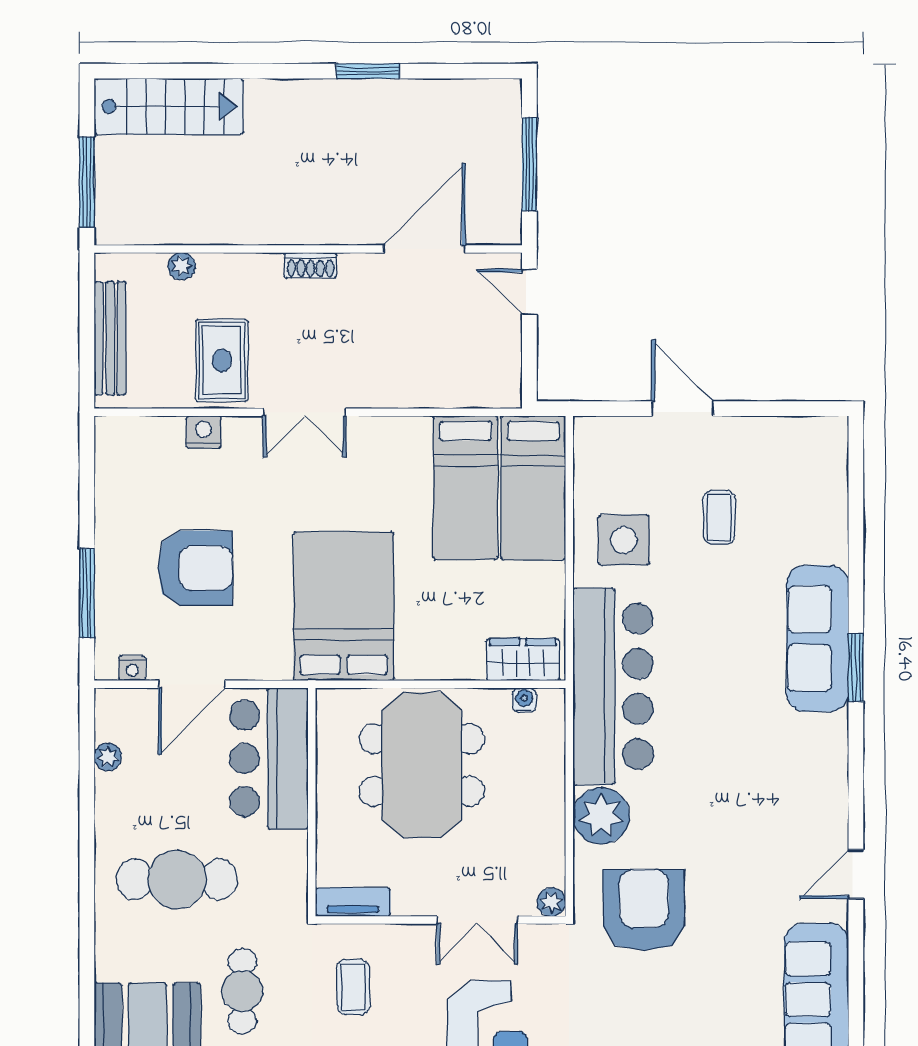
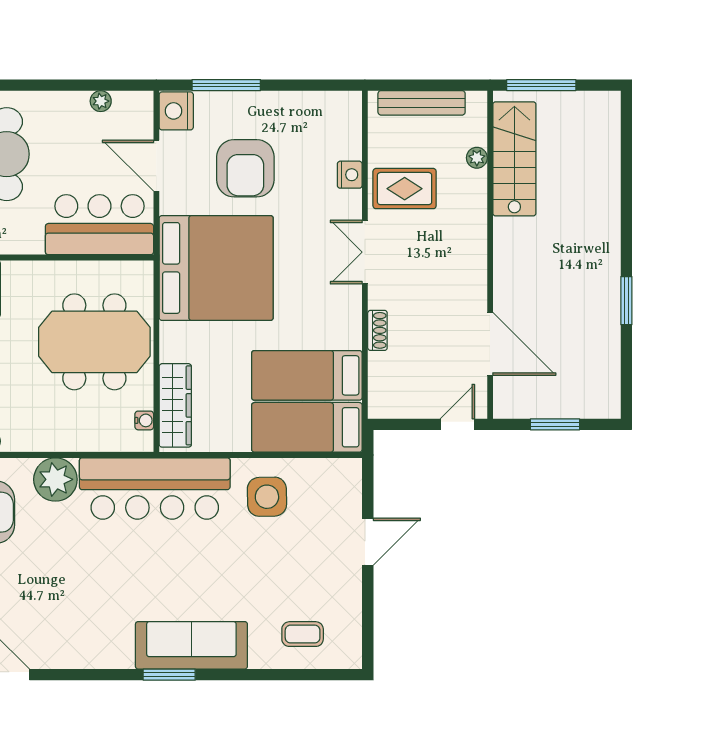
stairs: (169, 106) -> (514, 159), moved, turned 180
window: (529, 164) -> (555, 424), width x0.69
shoe rack: (311, 265) -> (377, 330), moved, turned 180
coffee table: (719, 517) -> (303, 634), moved
bed: (344, 606) -> (216, 268), width x1.36
wardrobe: (523, 660) -> (175, 405), width x1.50
nightstand: (132, 668) -> (176, 111), width x1.89, depth x1.79

